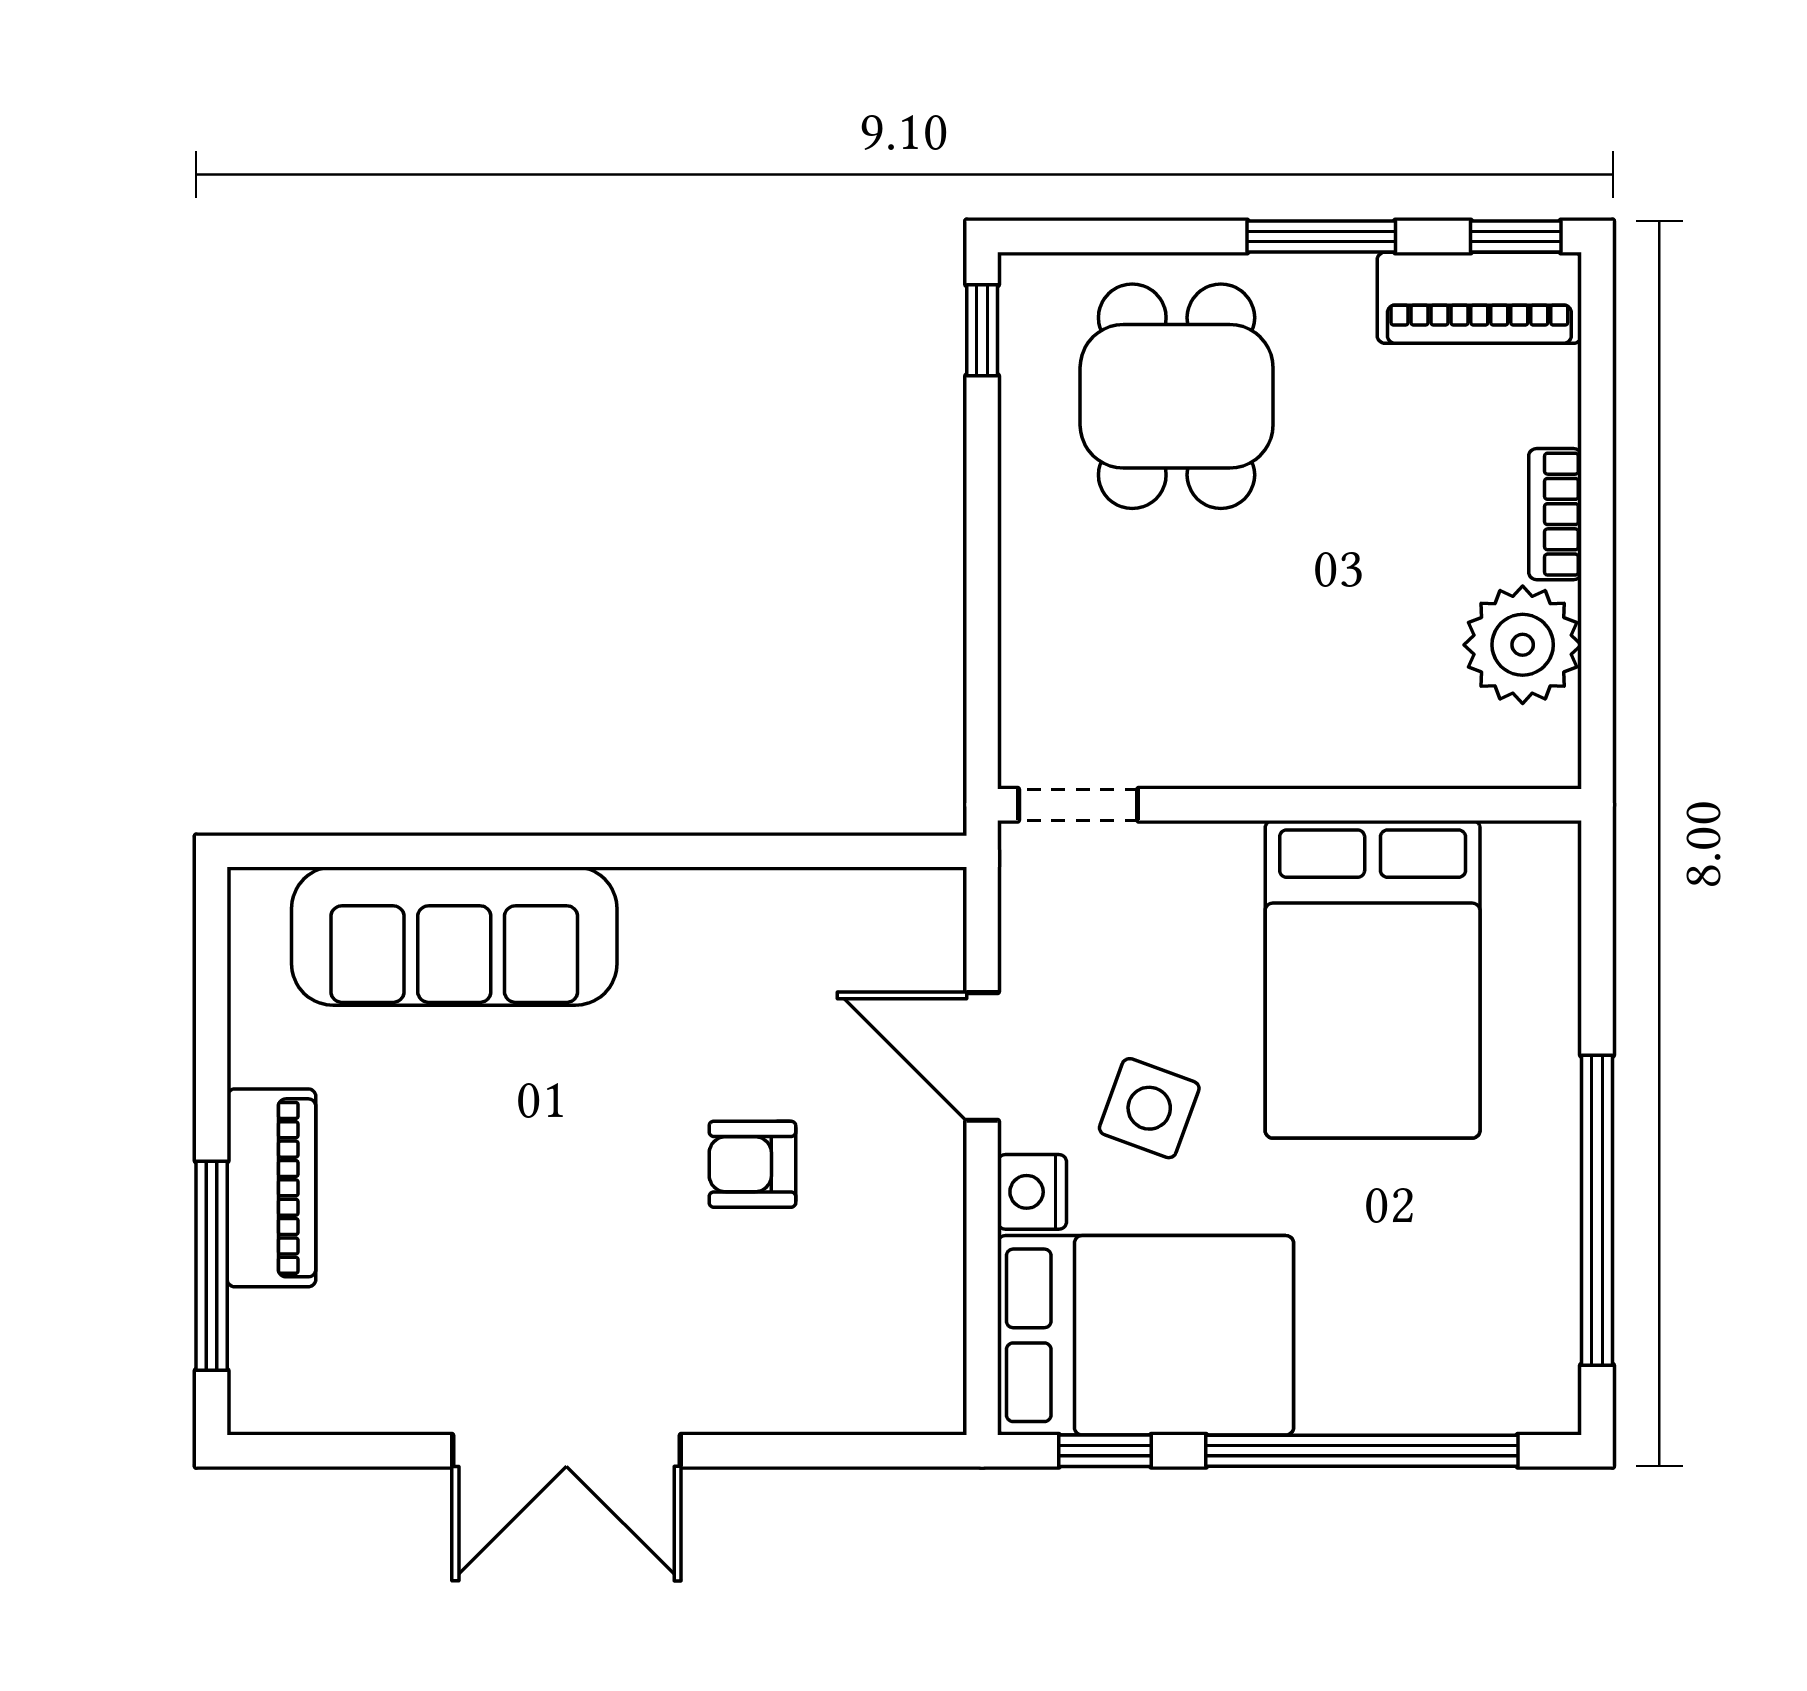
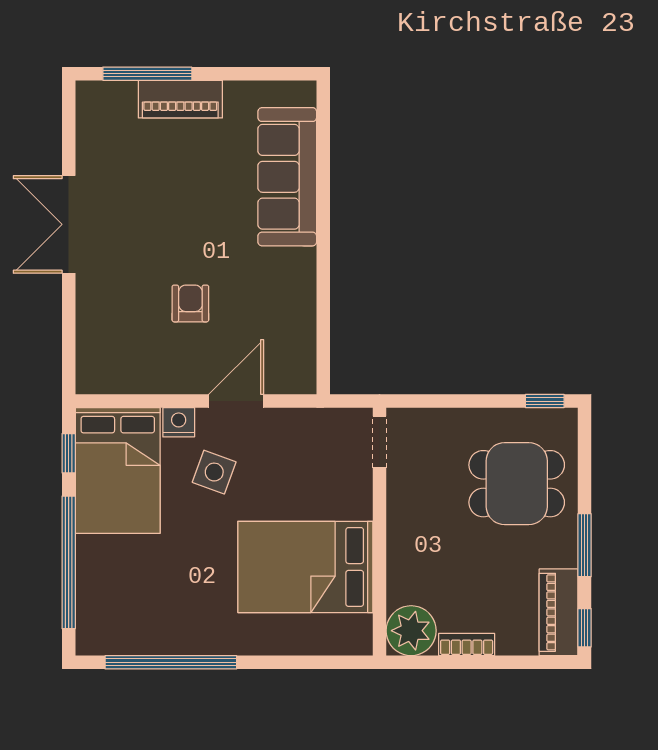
doorway: (1078, 805) -> (380, 442), moved
wall: (1290, 805) -> (380, 532), moved
bed: (1373, 979) -> (305, 567), moved

